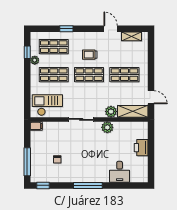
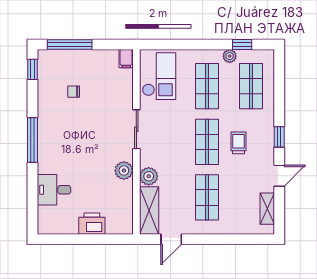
window: (66, 29) -> (279, 137), moved

